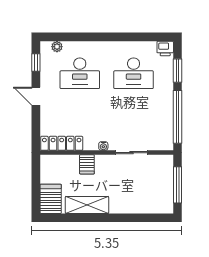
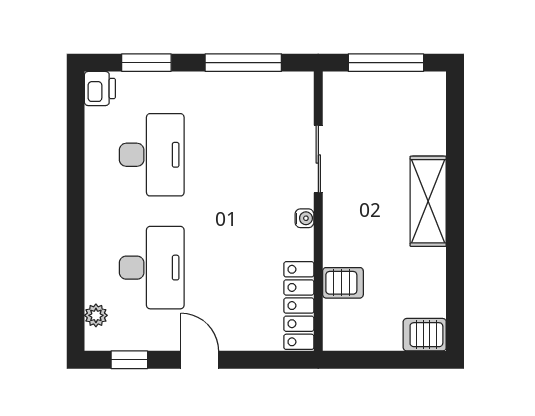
door: (36, 96) -> (200, 360), swing flipped
window: (177, 117) -> (243, 63), width x0.68
server rack: (87, 164) -> (343, 283), moved
server rack: (51, 199) -> (425, 335), width x0.73, depth x0.70
shelving: (87, 205) -> (428, 201), moved

